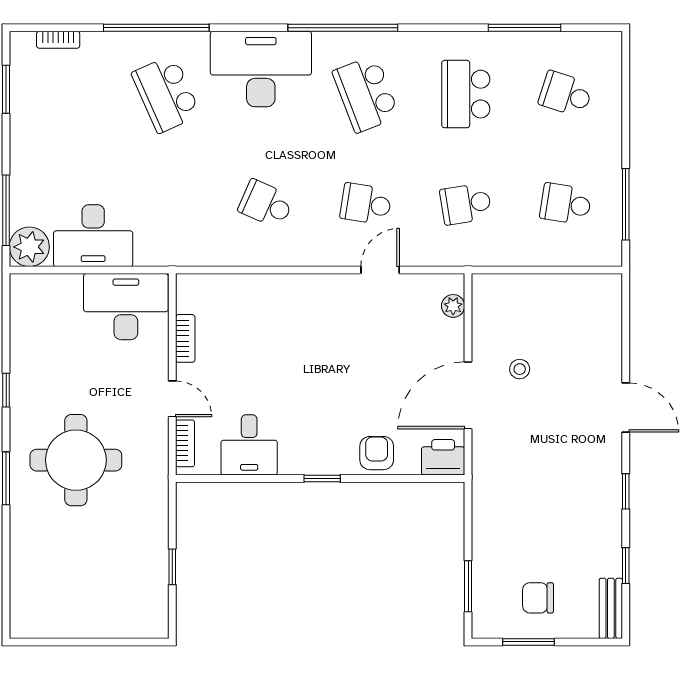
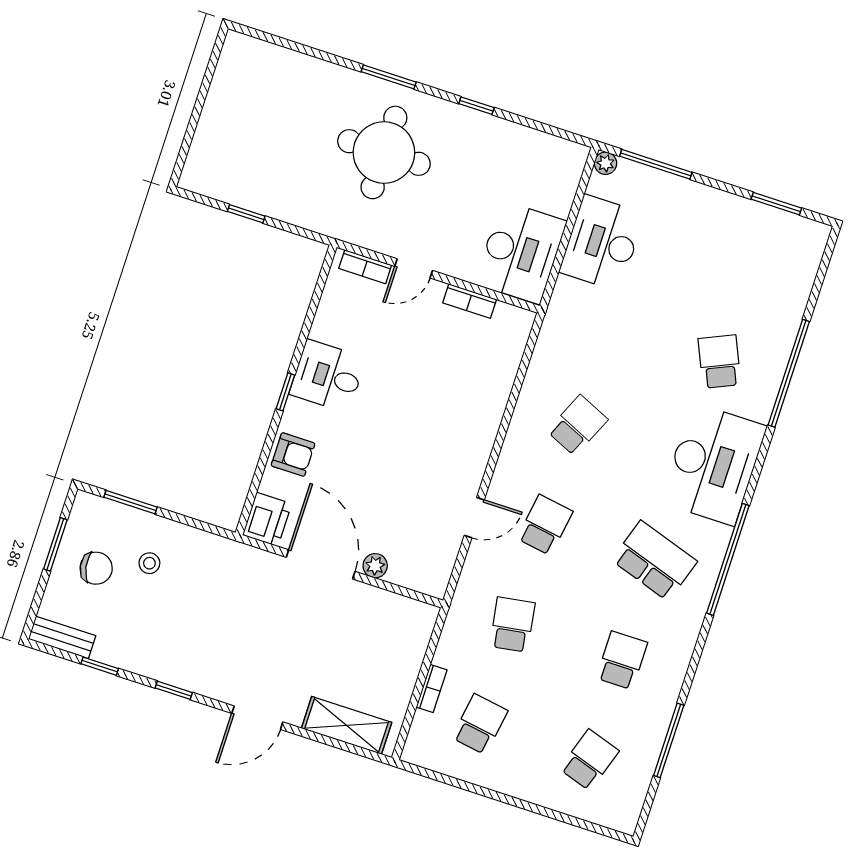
bookcase: (58, 40) -> (432, 688), moved, turned 180
school desk: (166, 94) -> (719, 362), width x0.54
school desk: (366, 94) -> (654, 561), turned 39
school desk: (466, 94) -> (622, 660), width x0.54
window: (626, 204) -> (460, 784), removed
plant: (29, 247) -> (606, 163), width x0.53, depth x0.53
door: (380, 270) -> (474, 518), hinge flipped
plant: (453, 306) -> (375, 566), moved
shelving: (606, 324) -> (347, 725), added
stool: (520, 369) -> (149, 563), moved
desk: (249, 445) -> (328, 376), moved
chair: (538, 598) -> (96, 568), turned 80

